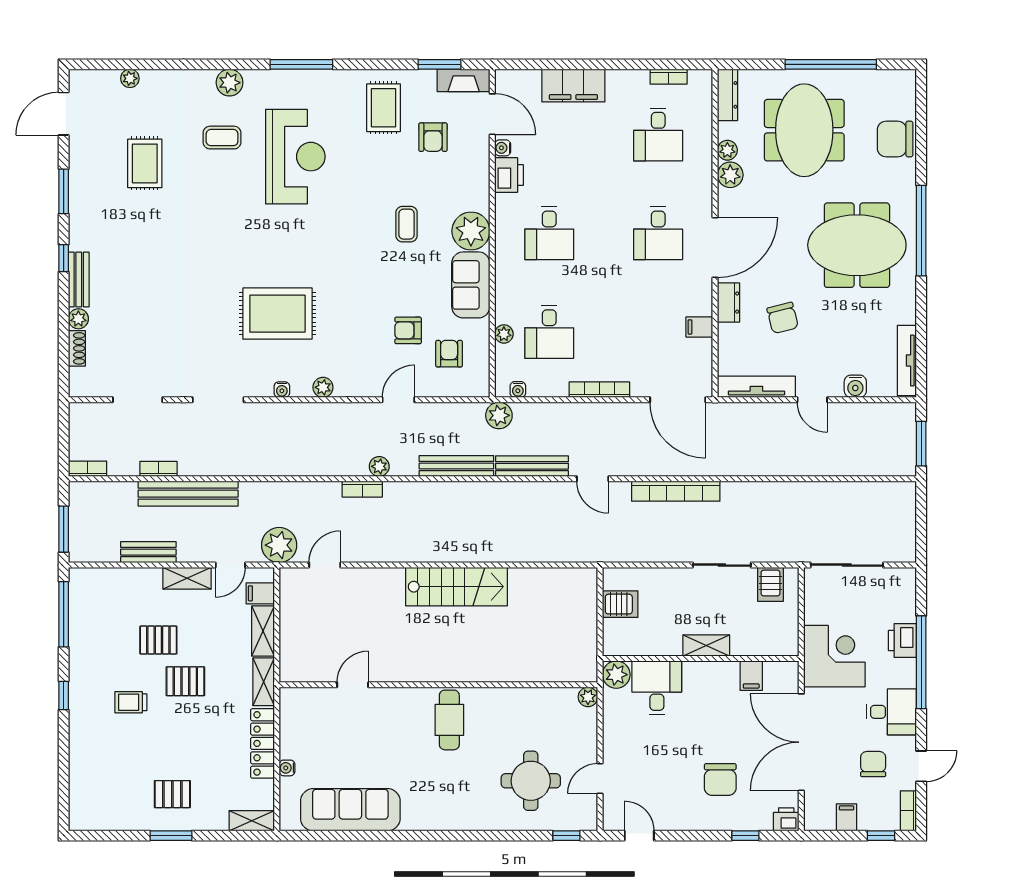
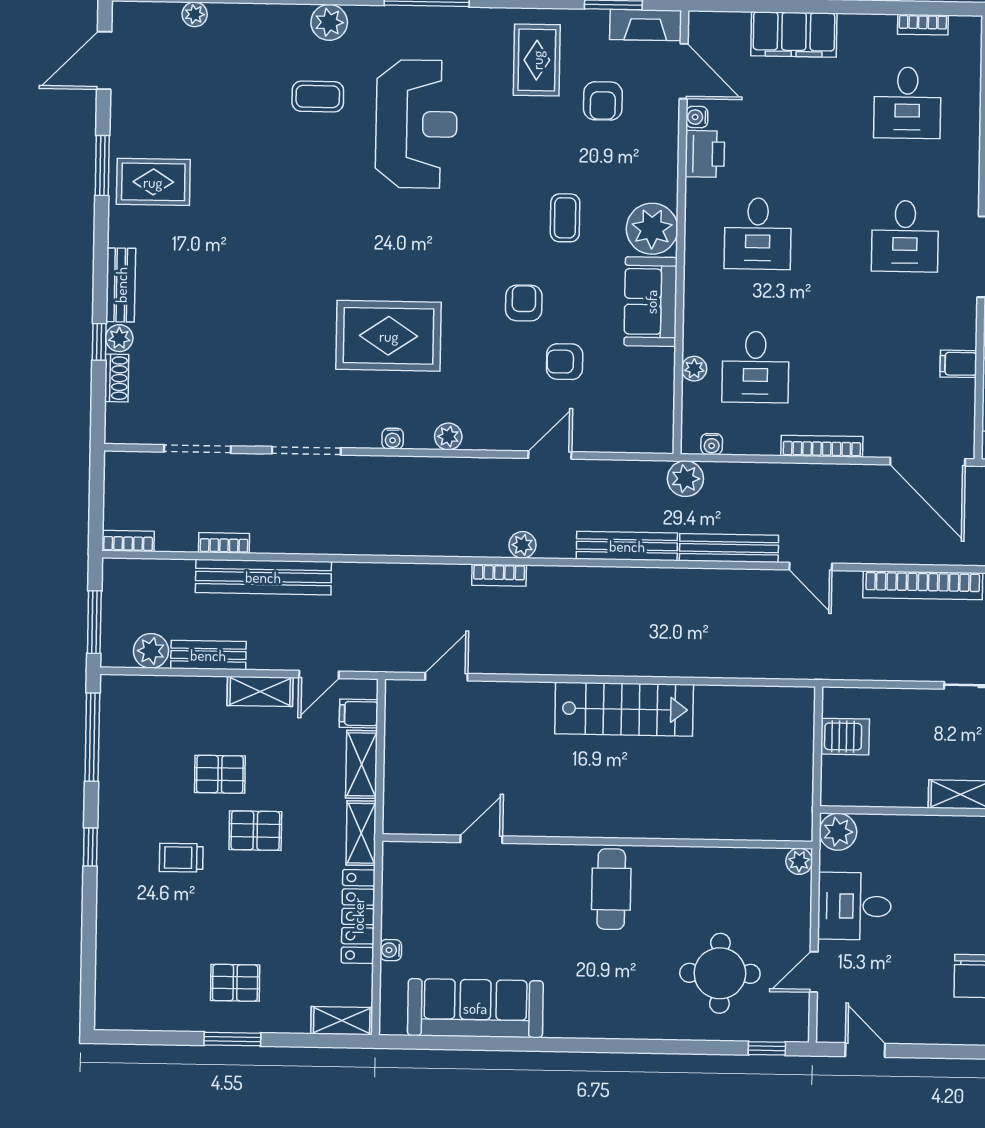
rug: (145, 163) -> (153, 182), moved, turned 90
window: (64, 258) -> (99, 342), moved
armchair: (449, 354) -> (524, 303), moved
plant: (279, 545) -> (151, 651), moved, width x0.73, depth x0.73
desk: (657, 688) -> (854, 906), moved, turned -90

